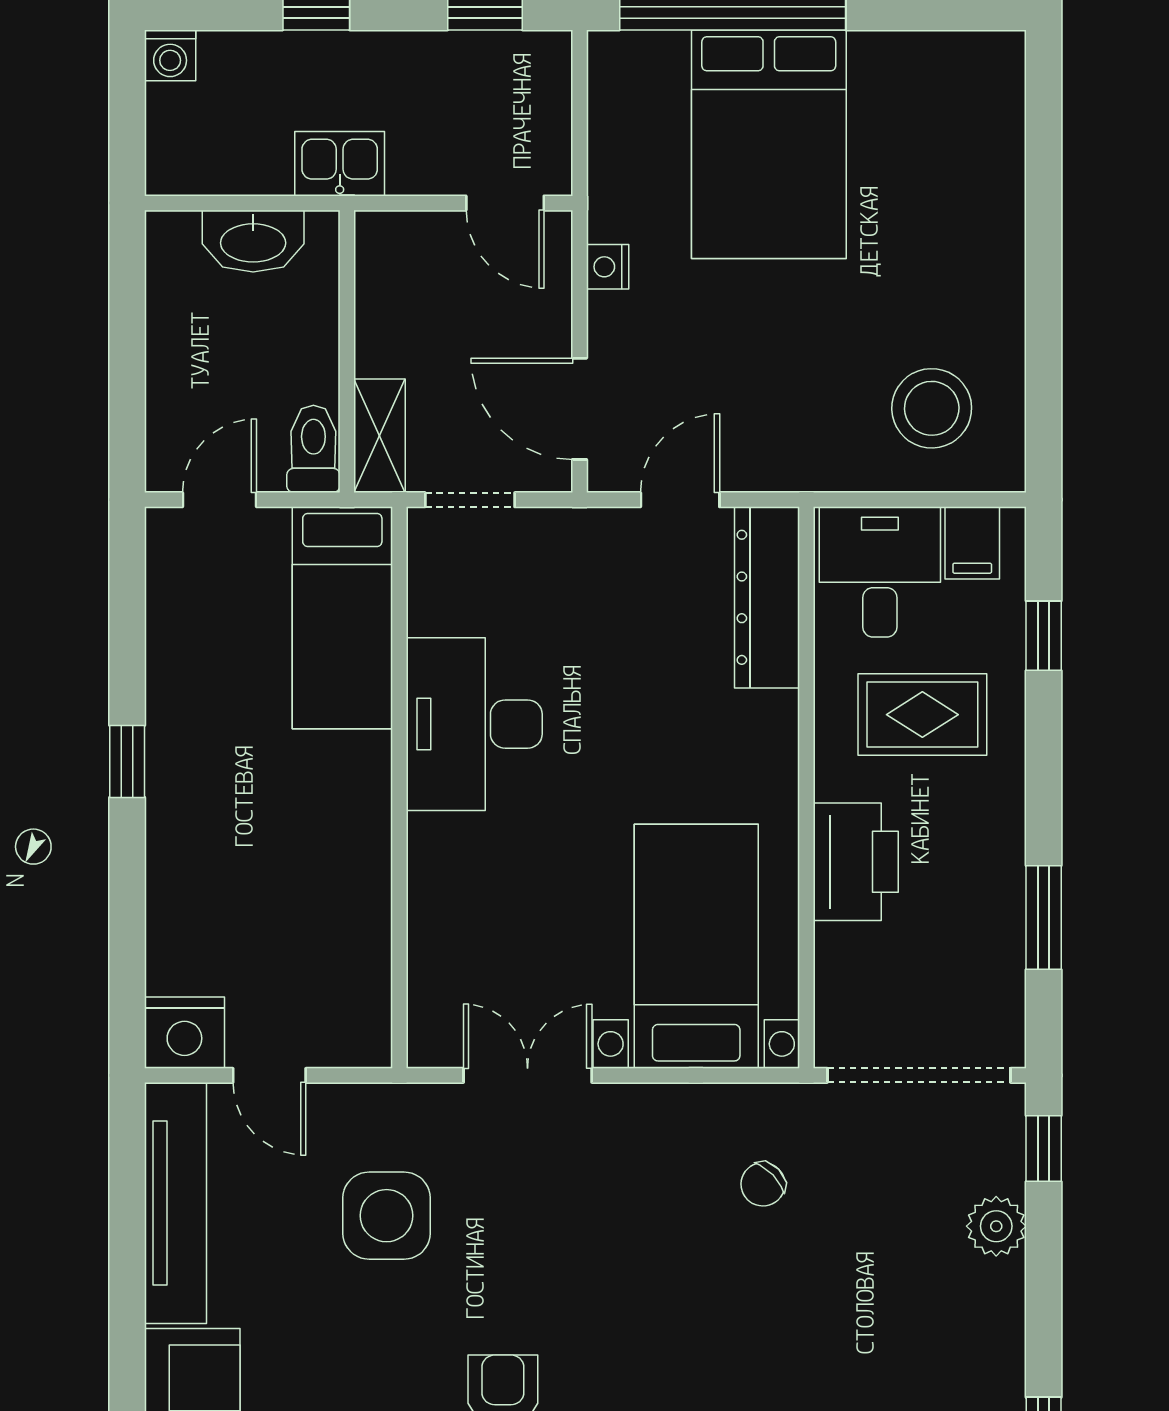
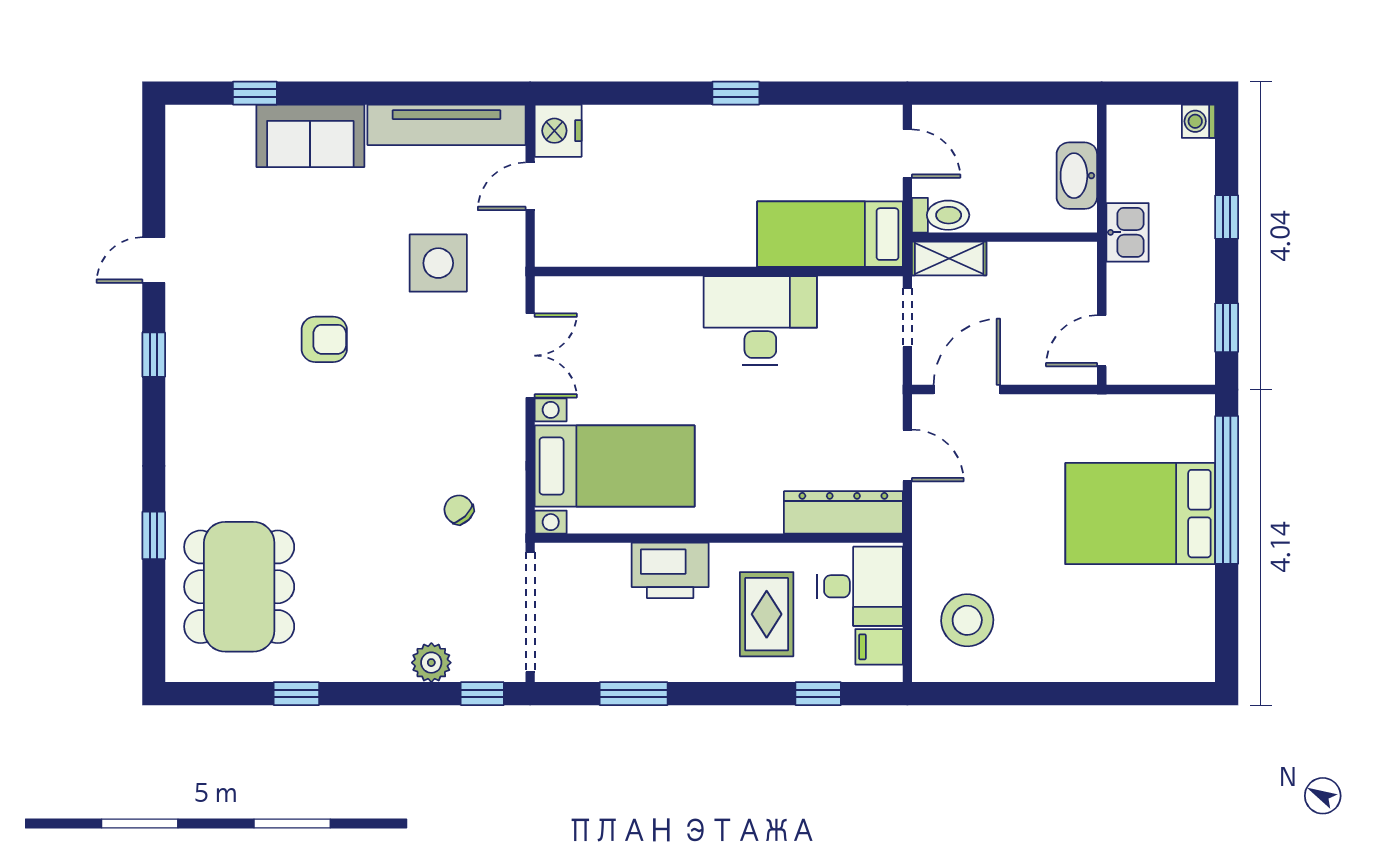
nightstand: (608, 267) -> (1060, 408), removed

